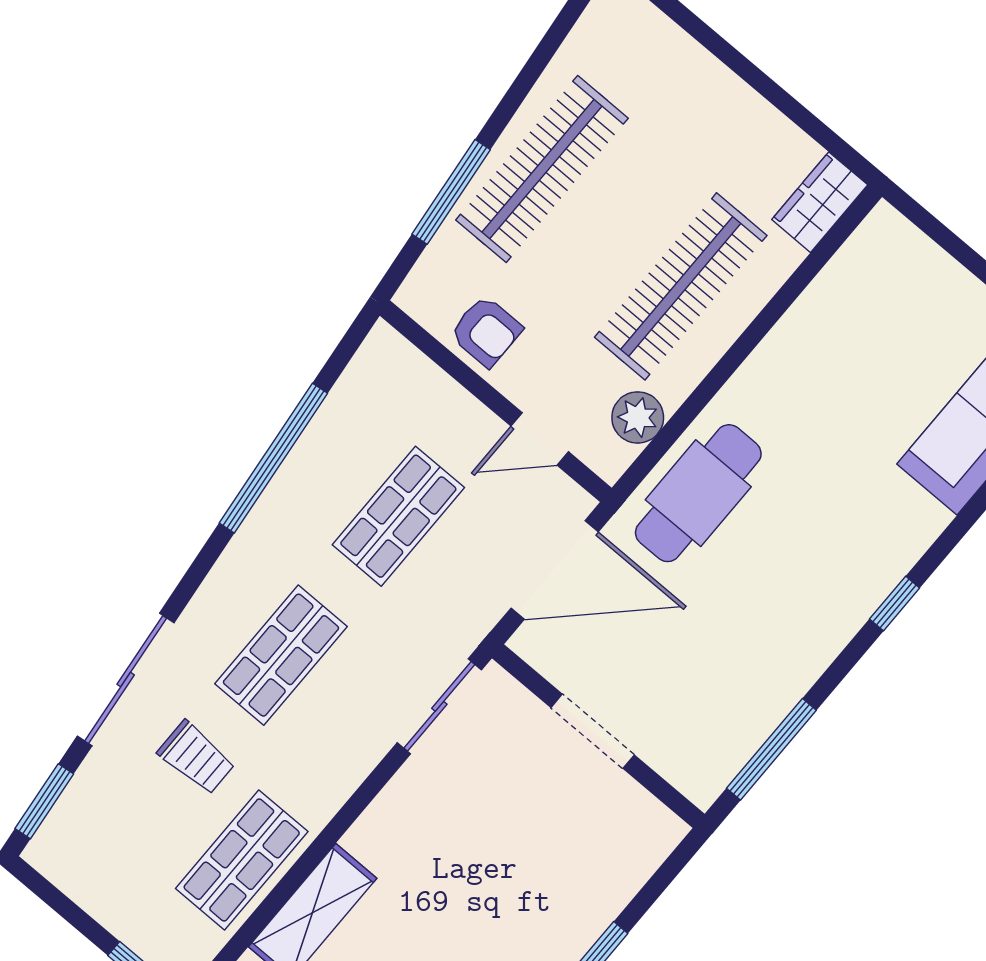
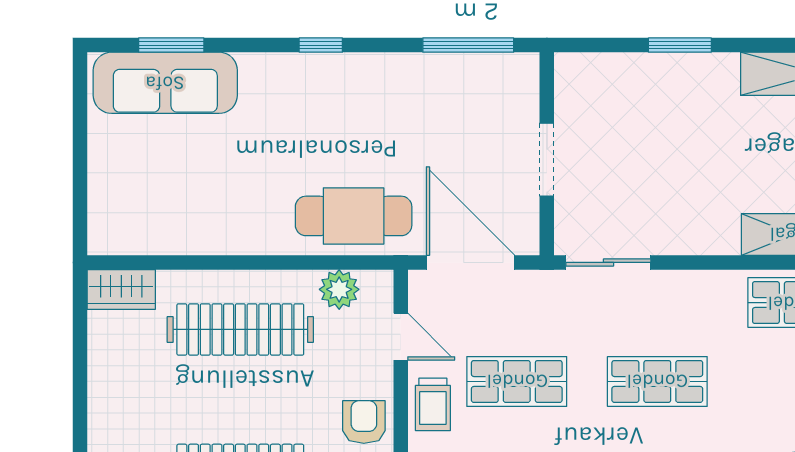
trolley: (196, 758) -> (433, 404), moved, turned 180

